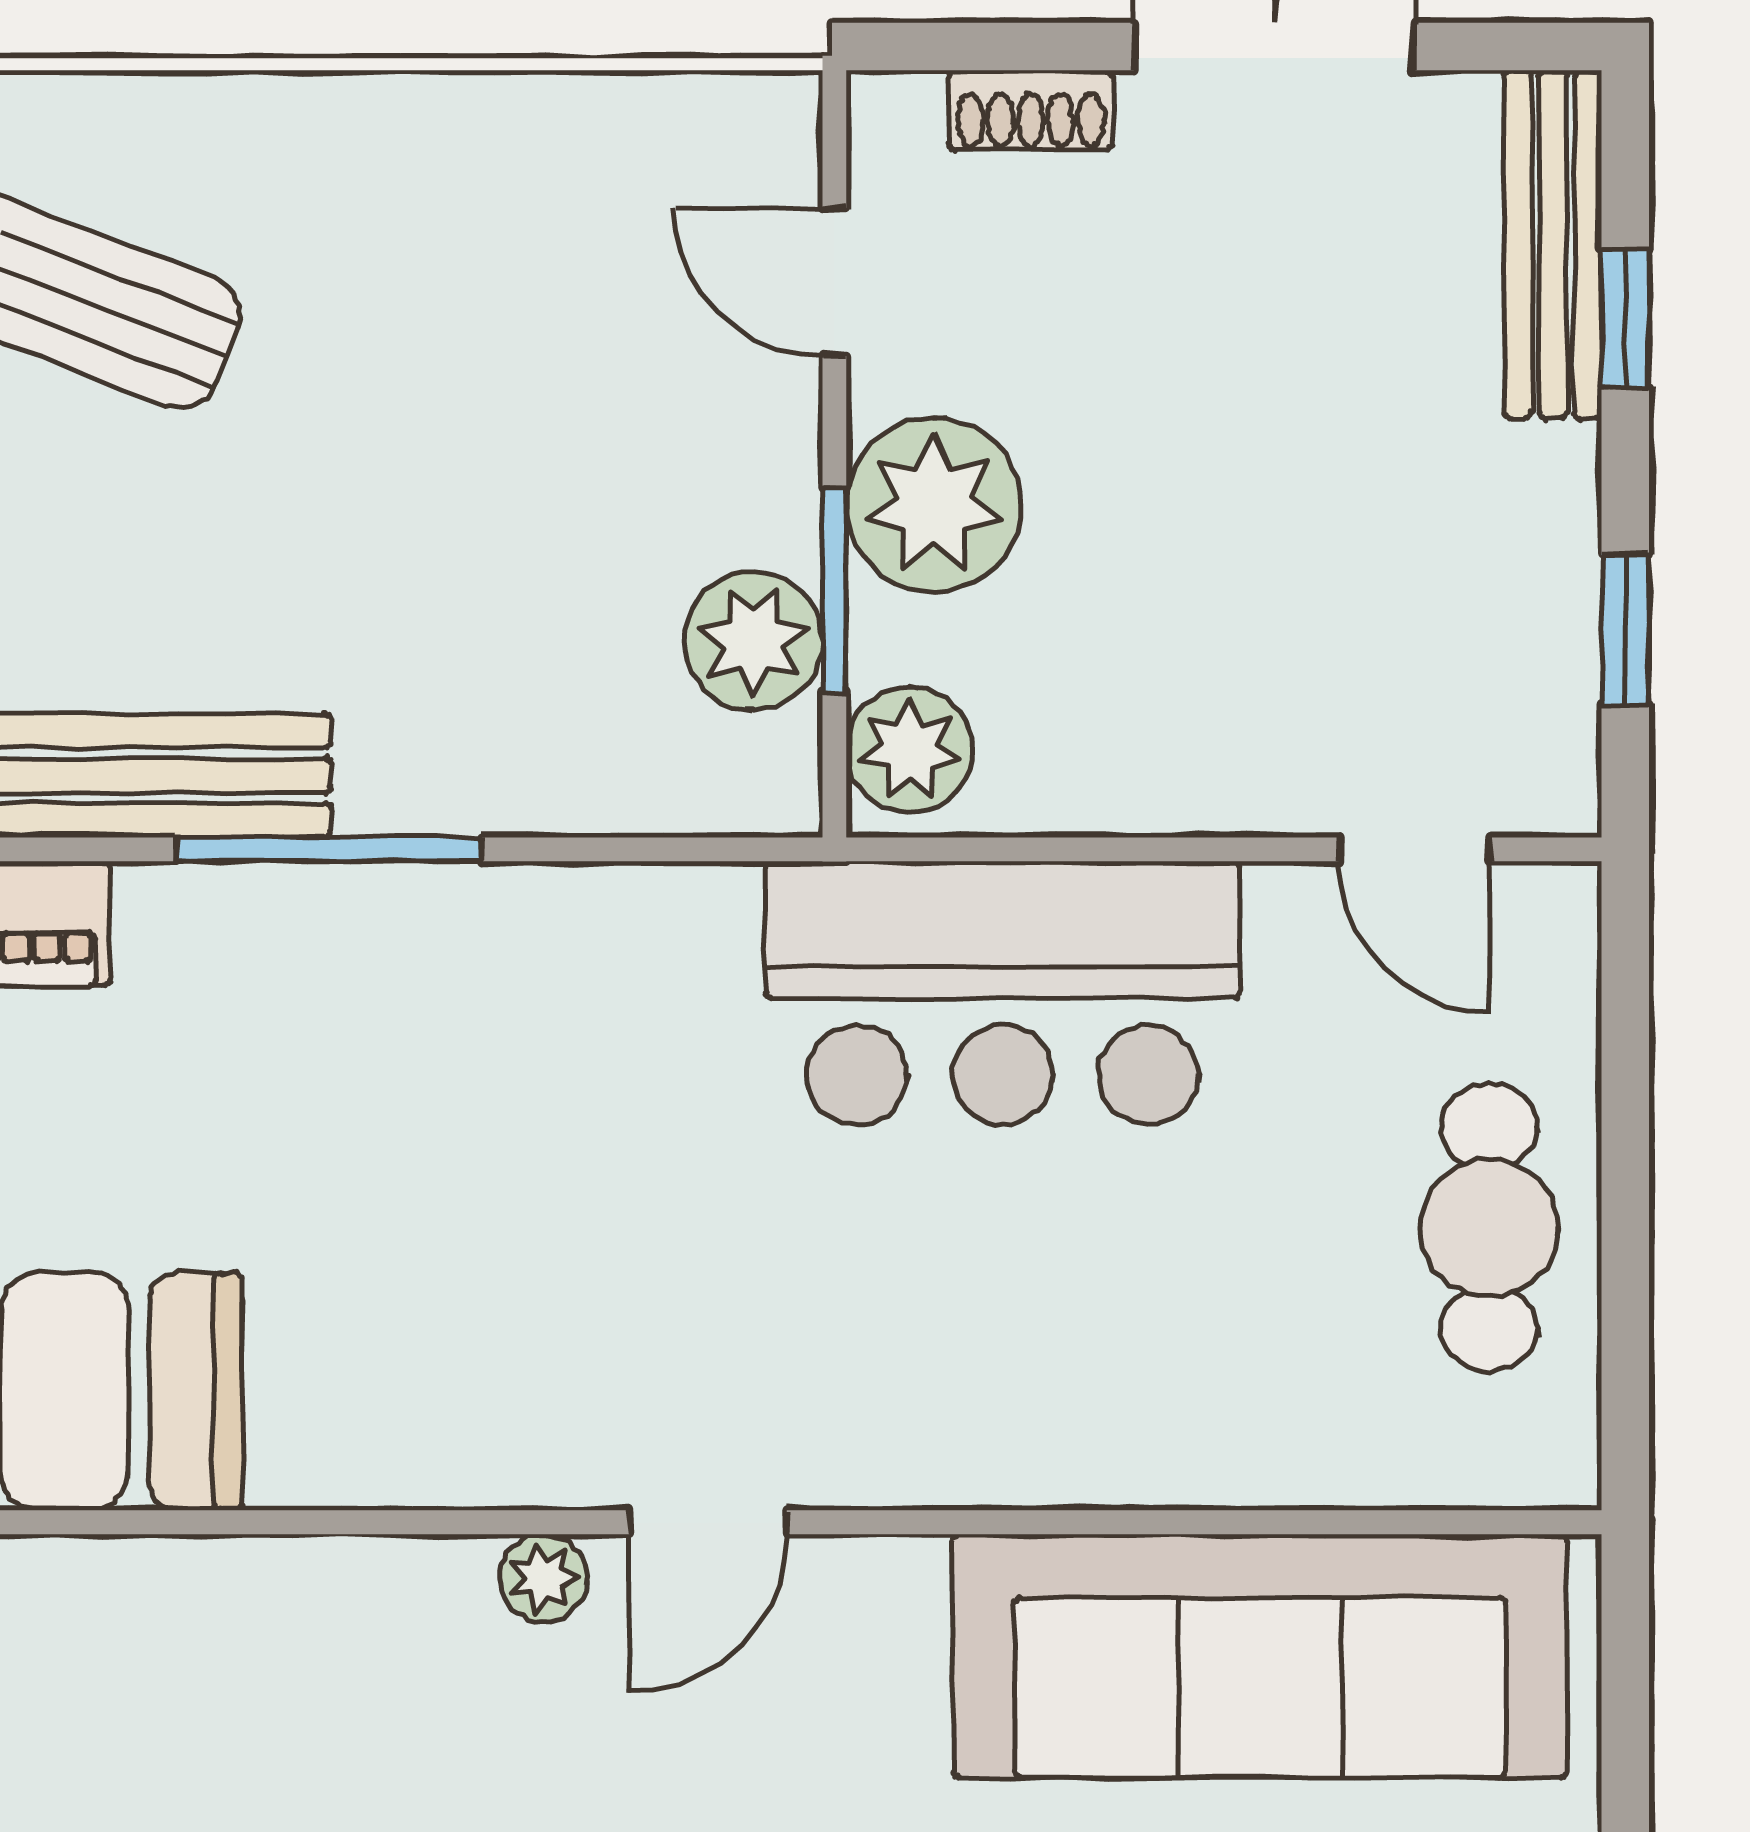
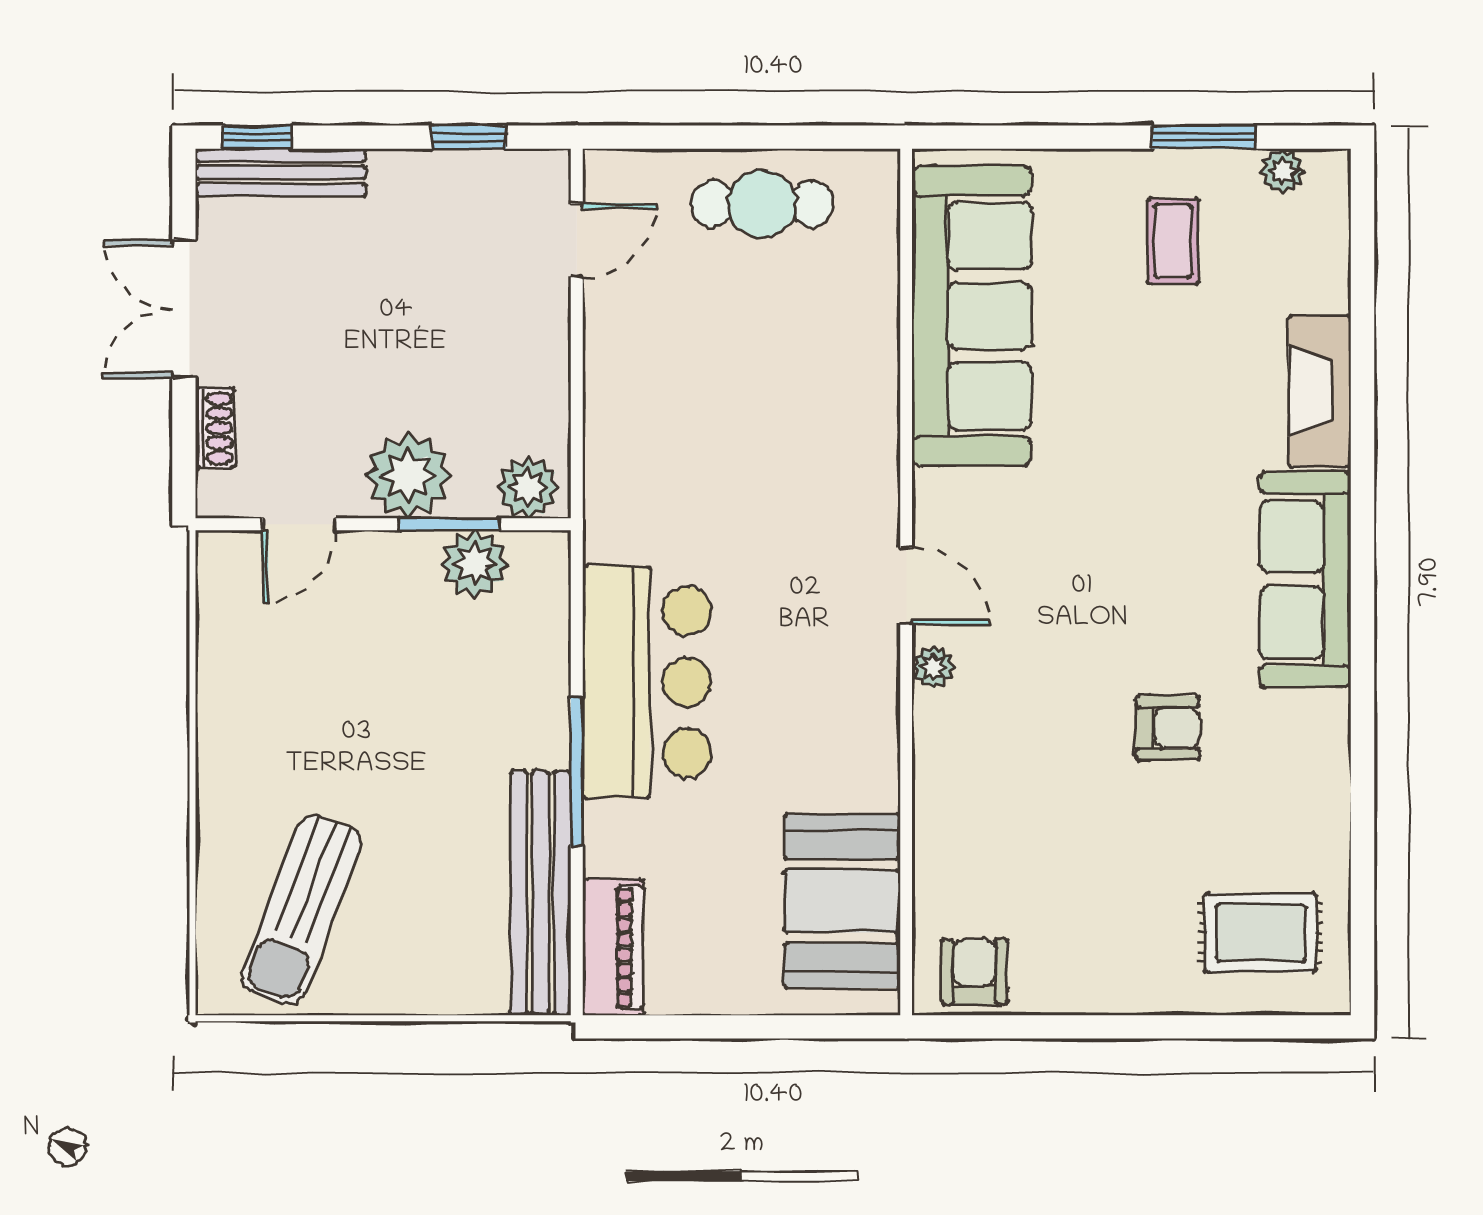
window: (1625, 319) -> (257, 137), moved
bar counter: (1003, 993) -> (647, 682), moved

